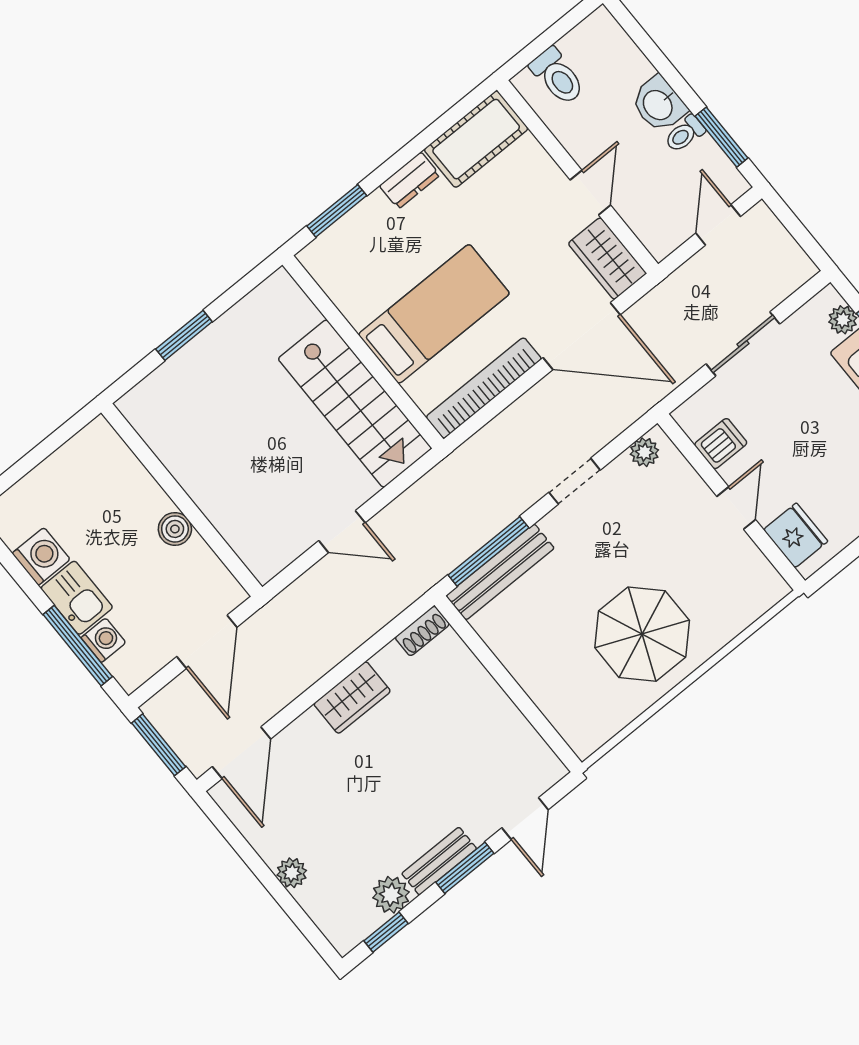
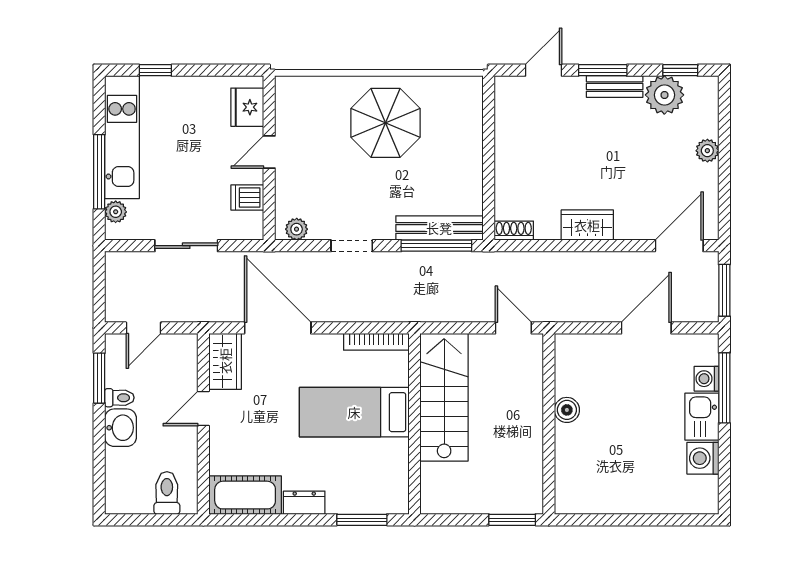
bookcase: (484, 388) -> (376, 342), width x0.68, depth x0.76
wall: (182, 500) -> (549, 424), moved
boiler: (175, 529) -> (567, 410), moved
plant: (391, 895) -> (664, 95), width x1.36, depth x1.36

